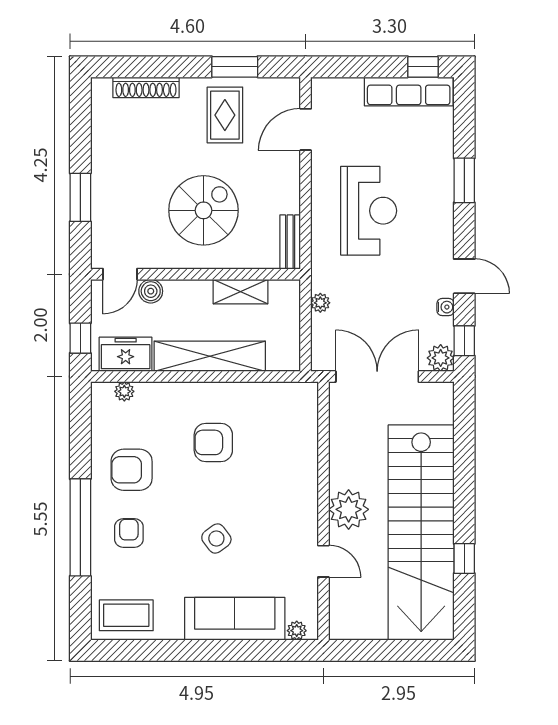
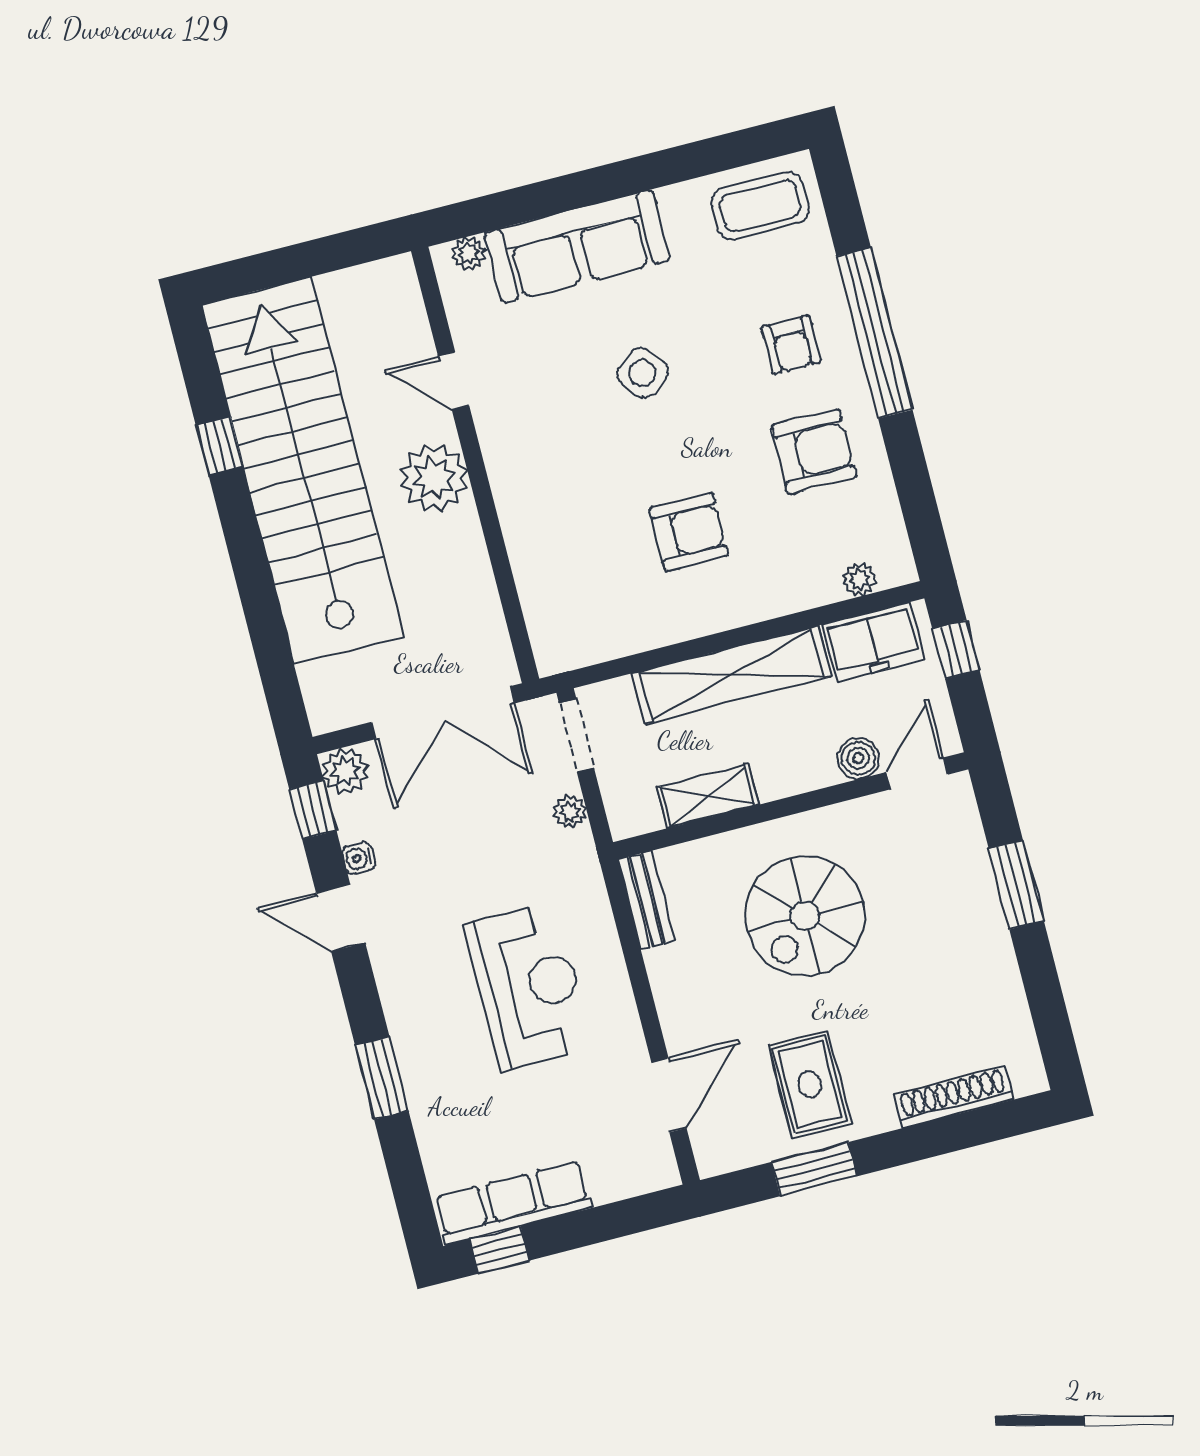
reception desk: (369, 211) -> (529, 986), turned 180
doorway: (306, 344) -> (577, 736), added

